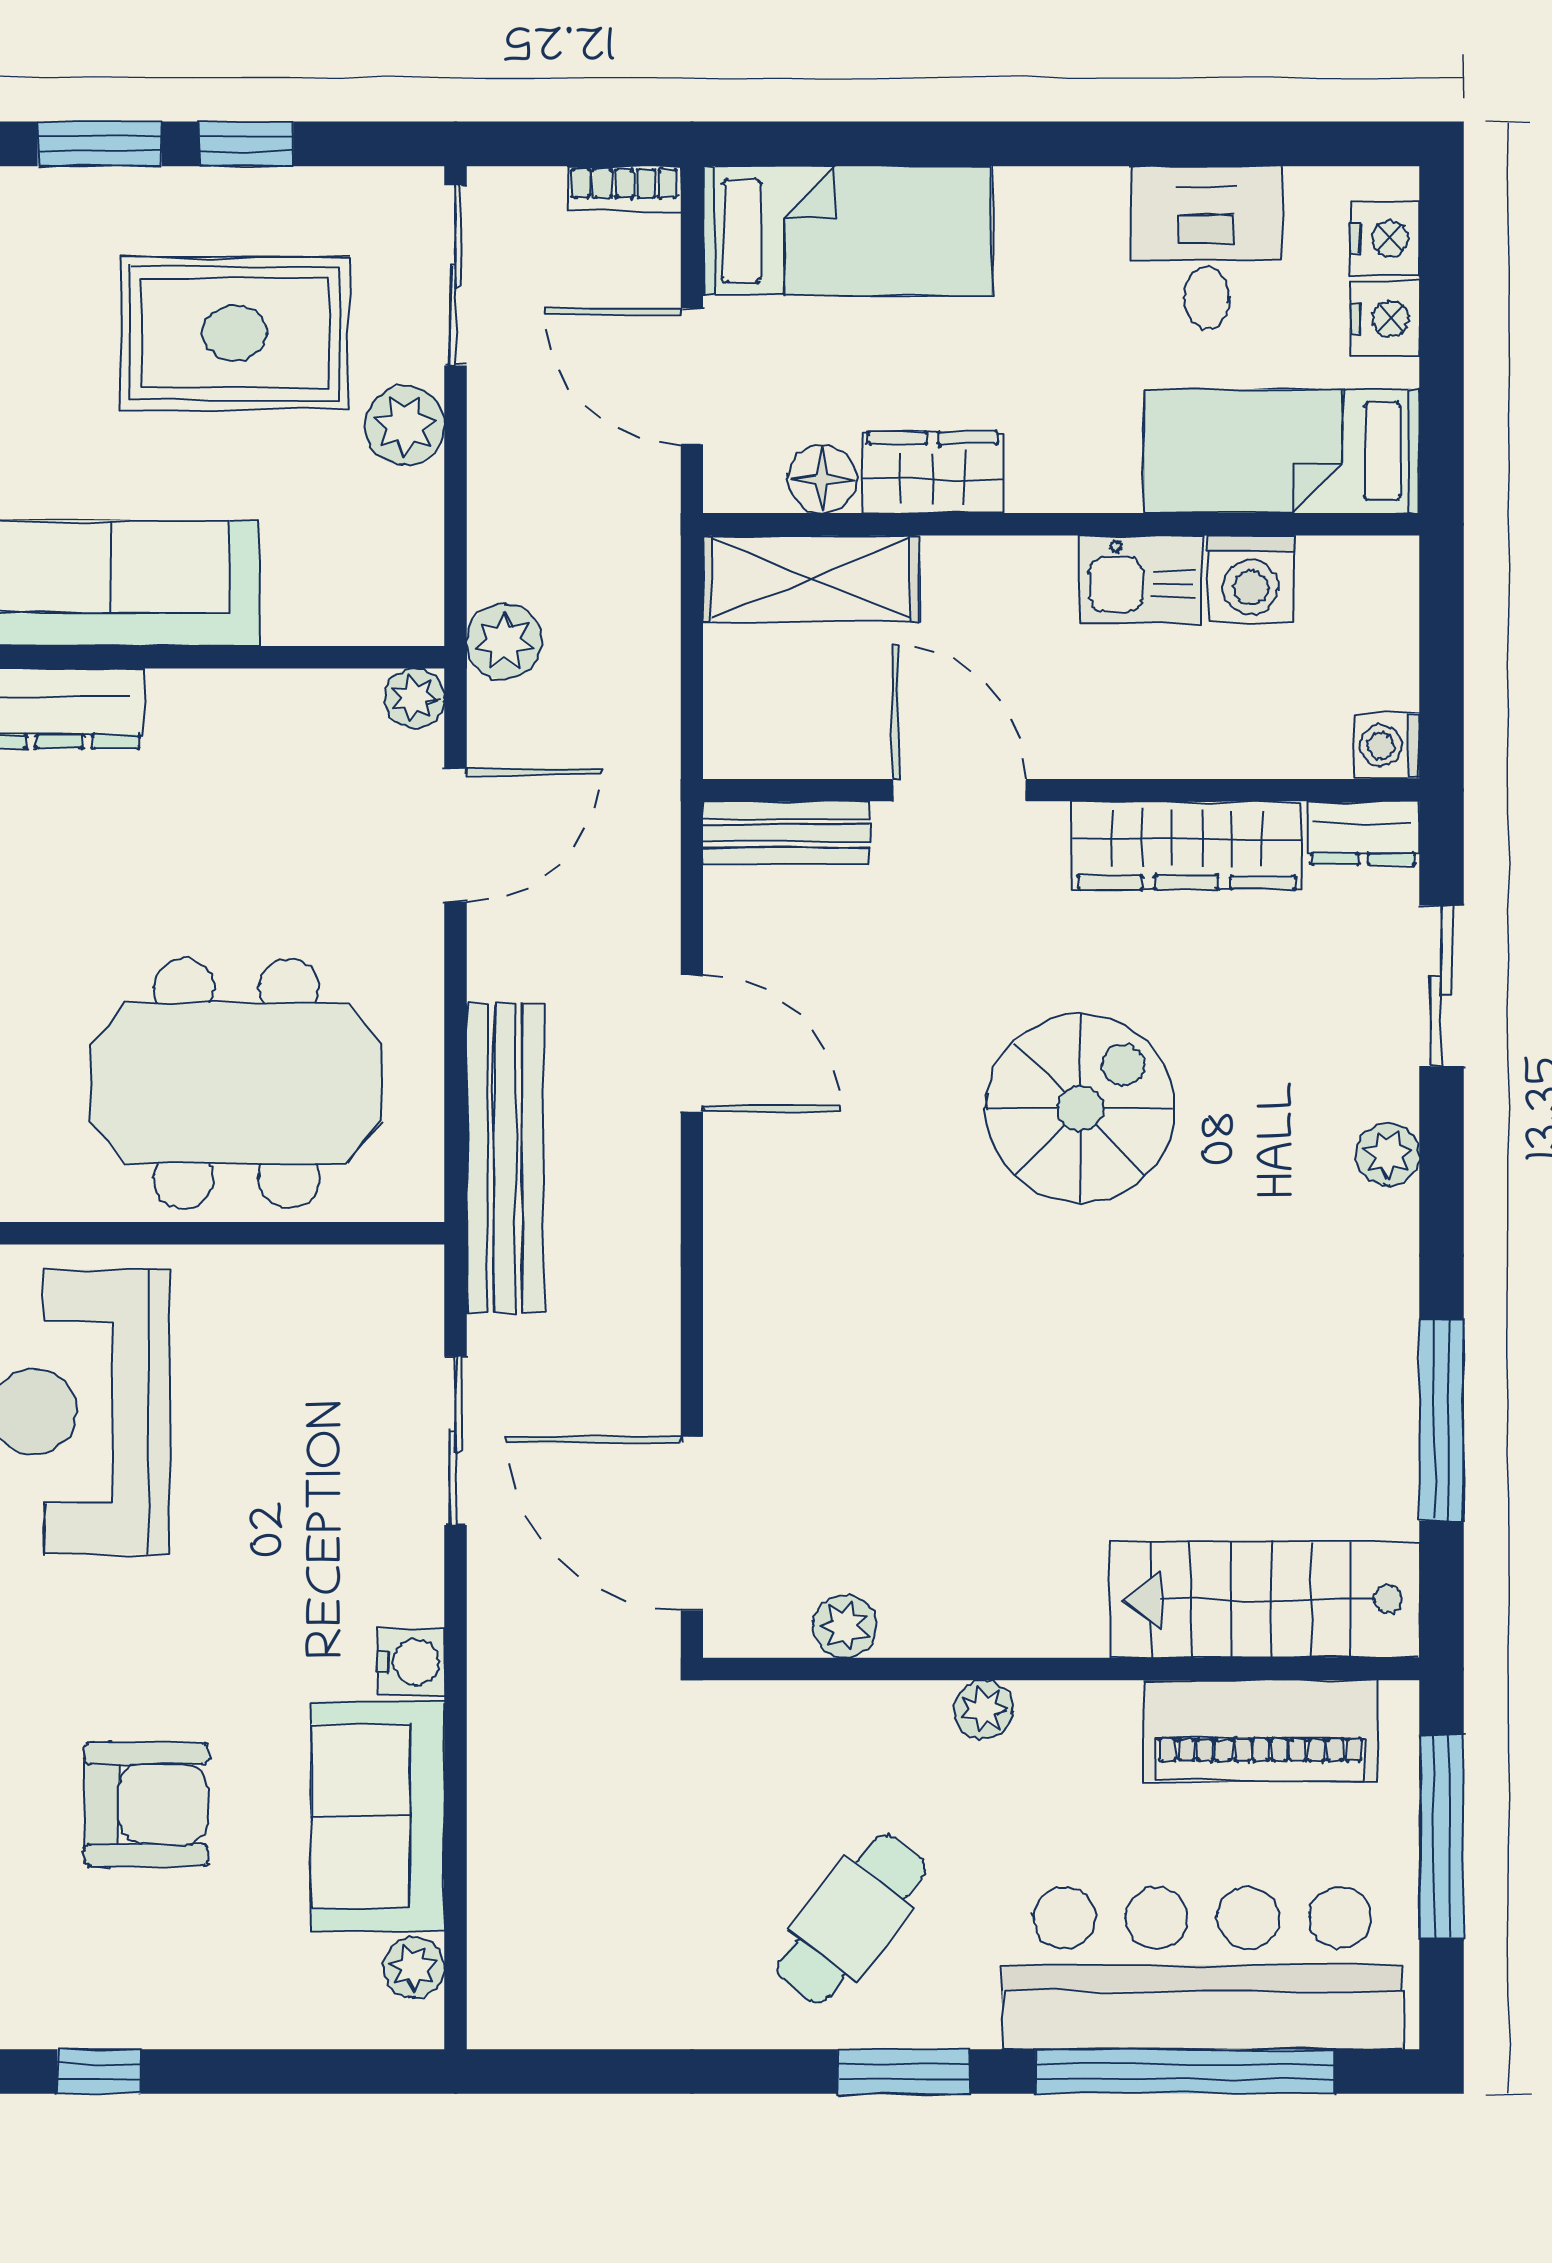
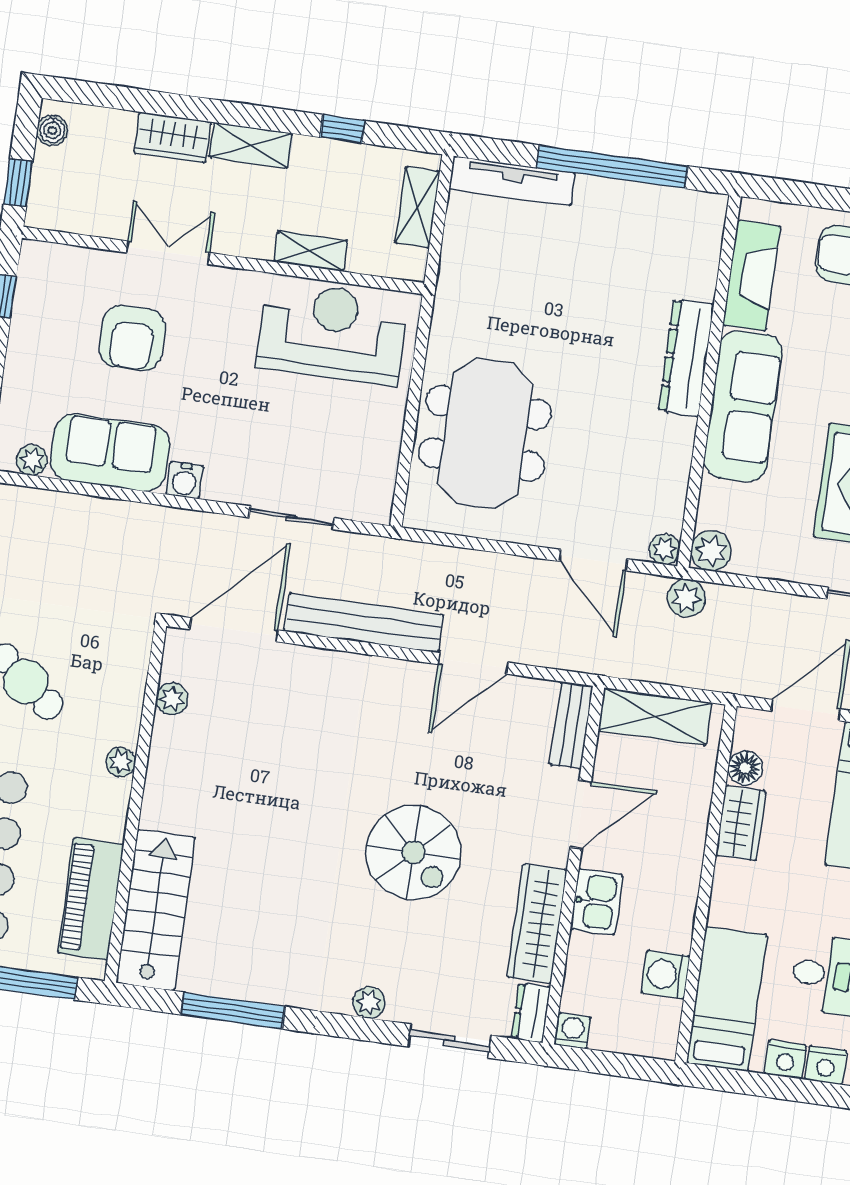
plant: (405, 426) -> (711, 551), moved
shelving: (811, 579) -> (655, 717), moved, turned 90
kitchen sink: (1140, 580) -> (596, 902), moved, turned 180
bench: (505, 1158) -> (364, 623), moved

